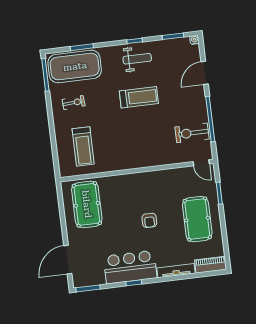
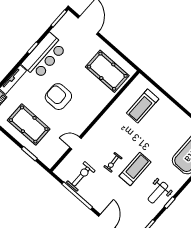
treadmill: (139, 97) -> (135, 169), turned 180
exercise bike: (74, 103) -> (113, 162), moved
treadmill: (83, 146) -> (143, 106), turned -90
door: (201, 163) -> (75, 143), moved
armchair: (149, 220) -> (58, 97), width x1.88, depth x1.88

